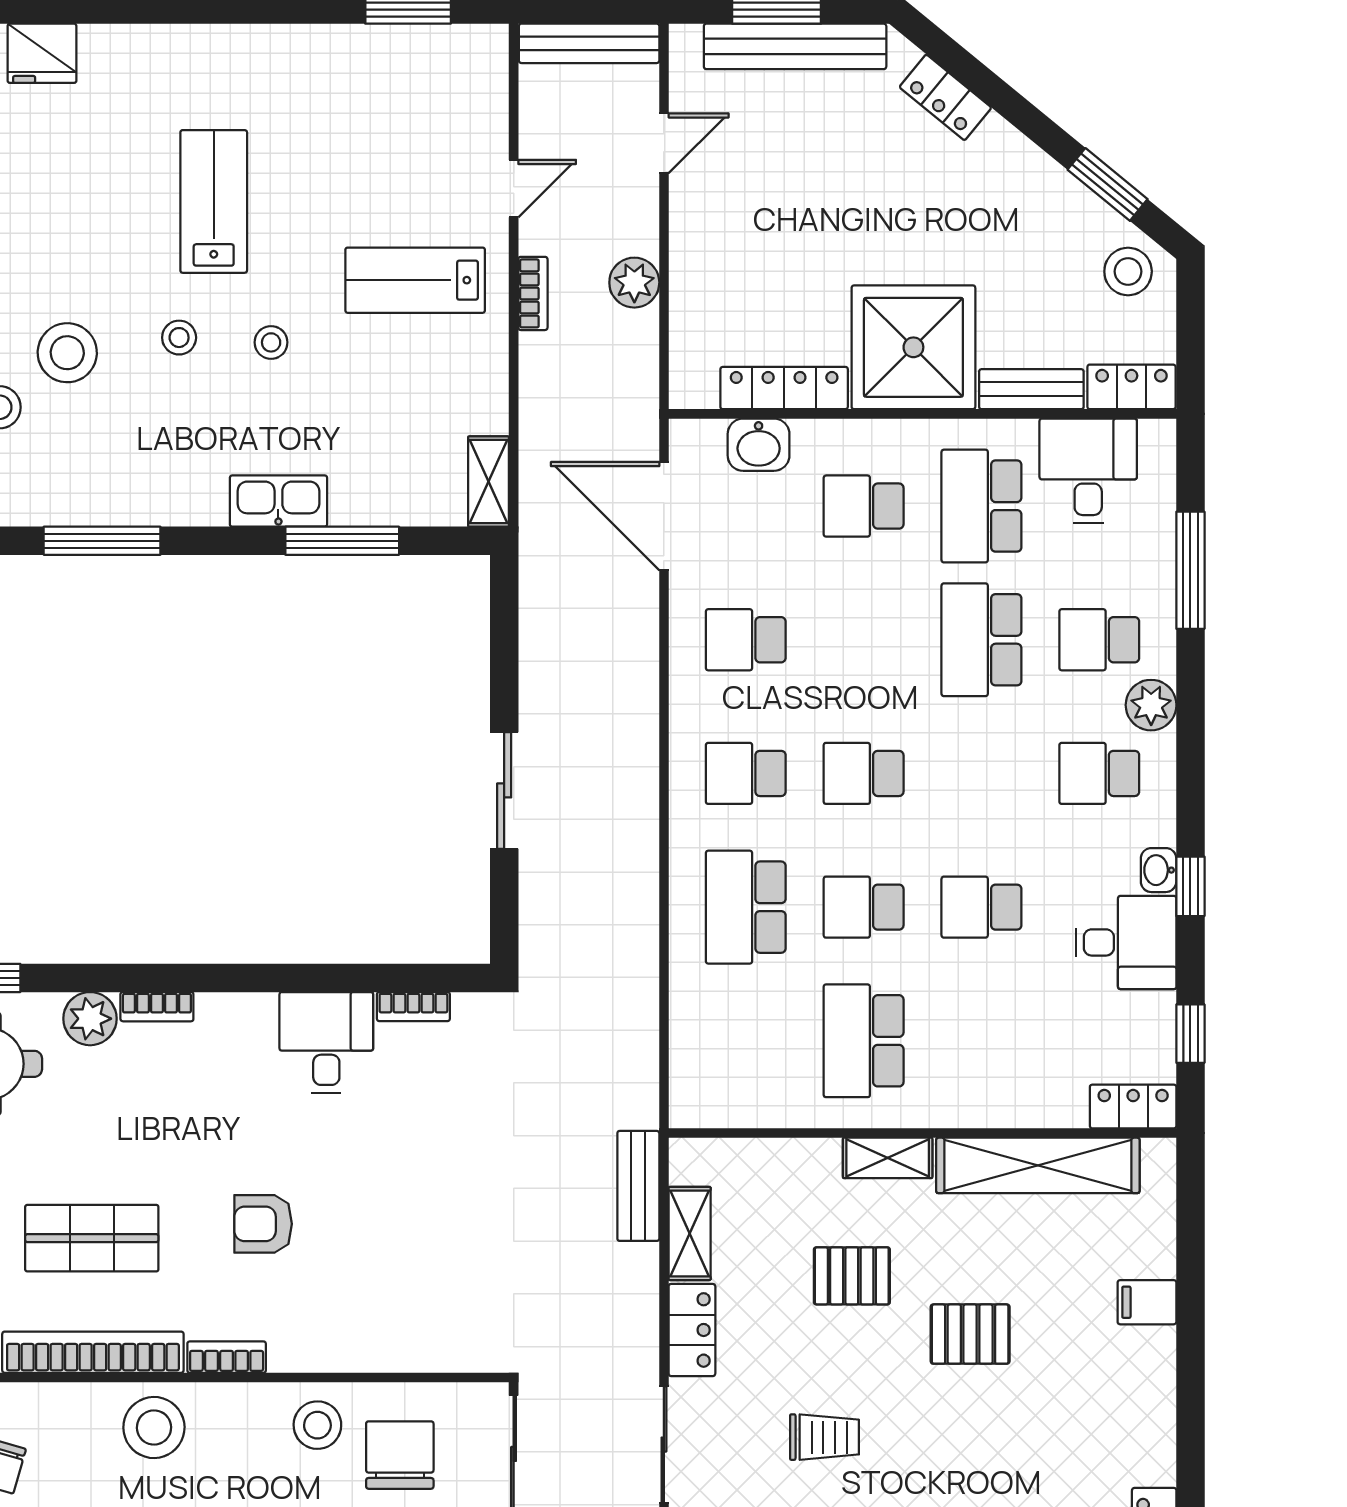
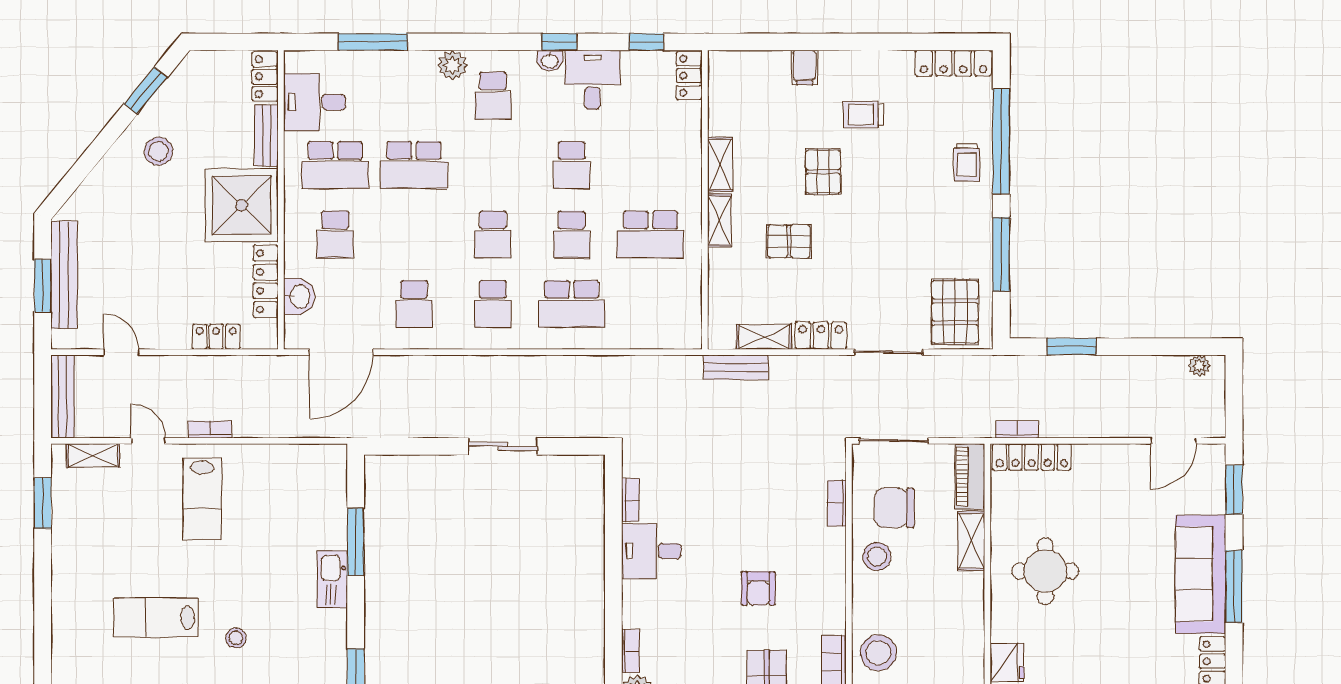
locker: (945, 97) -> (216, 337), moved, turned -129
stool: (1128, 271) -> (158, 151), moved
plant: (634, 283) -> (203, 370), removed
stool: (271, 342) -> (239, 584), removed
shelving: (489, 481) -> (93, 456), moved
school desk: (1099, 640) -> (414, 96), removed
shelving: (1038, 1165) -> (720, 164), width x0.45, depth x0.75
pallet: (852, 1276) -> (789, 241), turned 90
bookcase: (227, 1357) -> (837, 503), moved
trolley: (824, 1437) -> (863, 115), moved, turned -90

